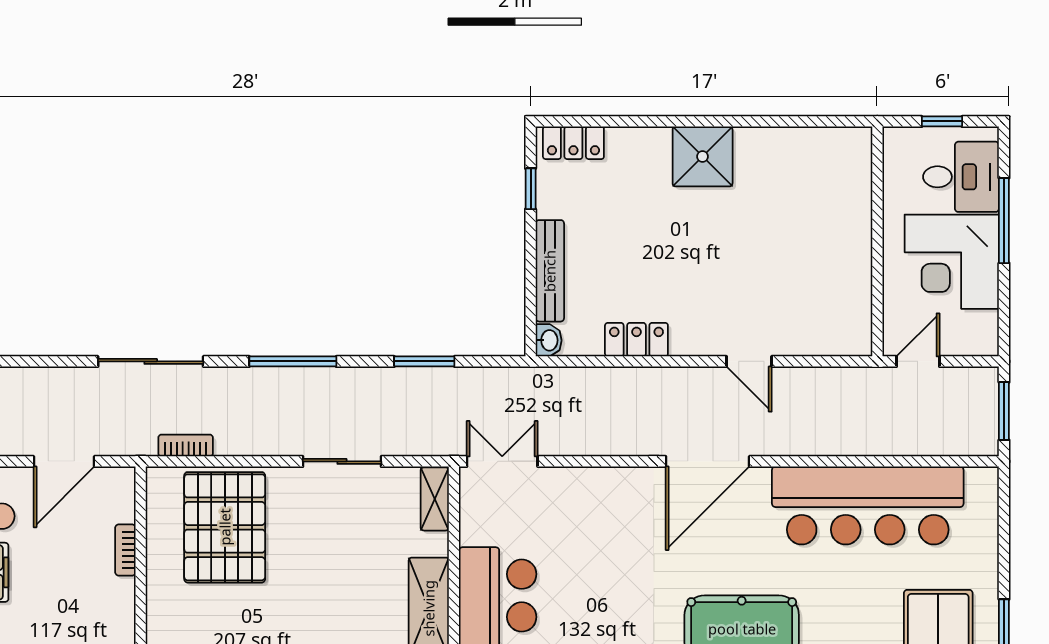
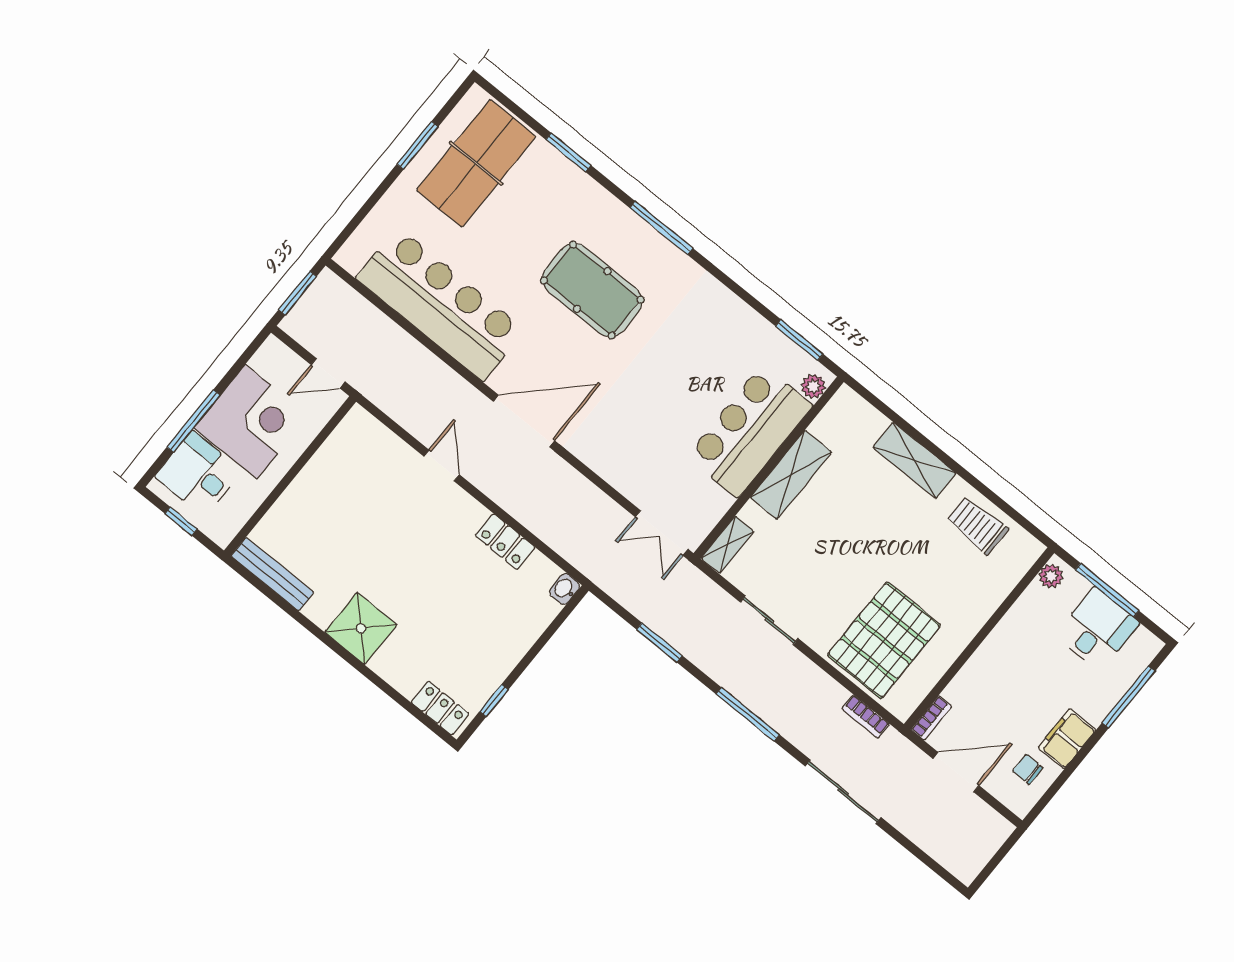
bench: (550, 271) -> (272, 574), moved, turned 90
bookcase: (125, 550) -> (931, 718), moved

